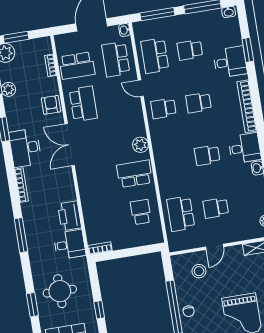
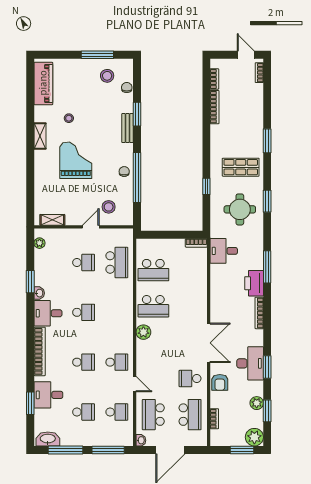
washbasin: (229, 12) -> (48, 439), width x1.91, depth x1.45
school desk: (155, 56) -> (117, 412), width x0.54
school desk: (116, 59) -> (153, 415), turned 180
school desk: (77, 66) -> (190, 415), turned 90
school desk: (83, 104) -> (190, 378), width x0.54
desk: (25, 148) -> (250, 363), moved
school desk: (141, 212) -> (153, 270), width x1.85
printer: (70, 216) -> (254, 283), moved, turned 180

